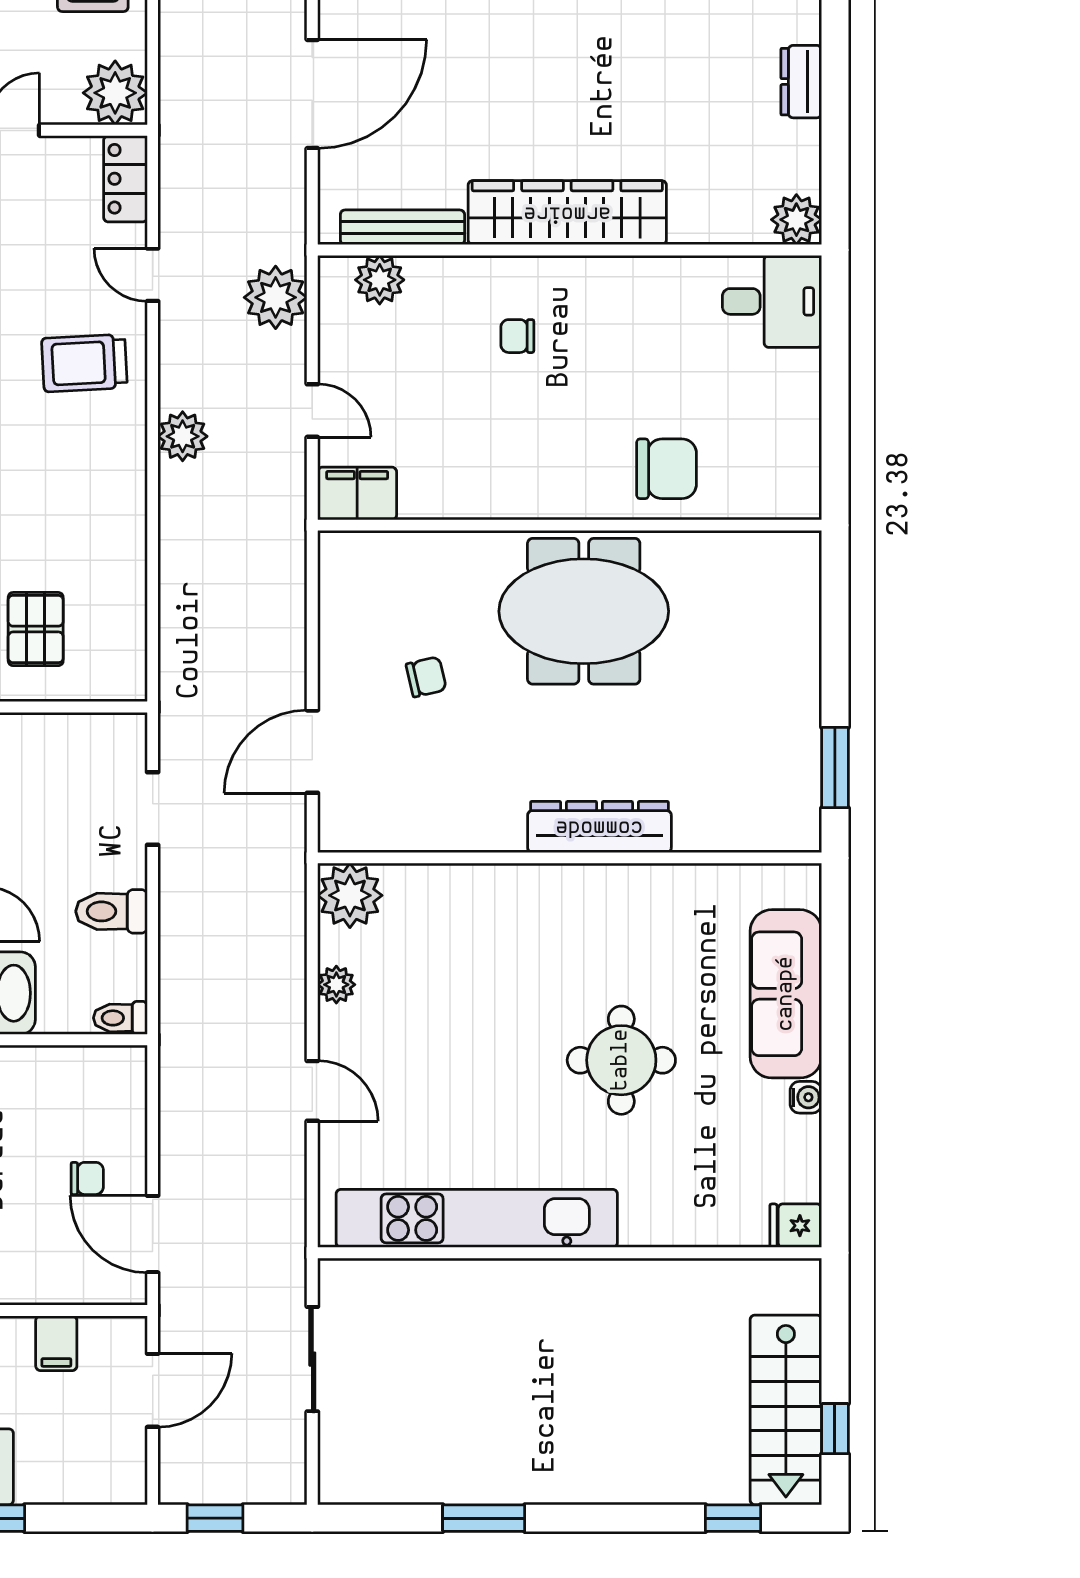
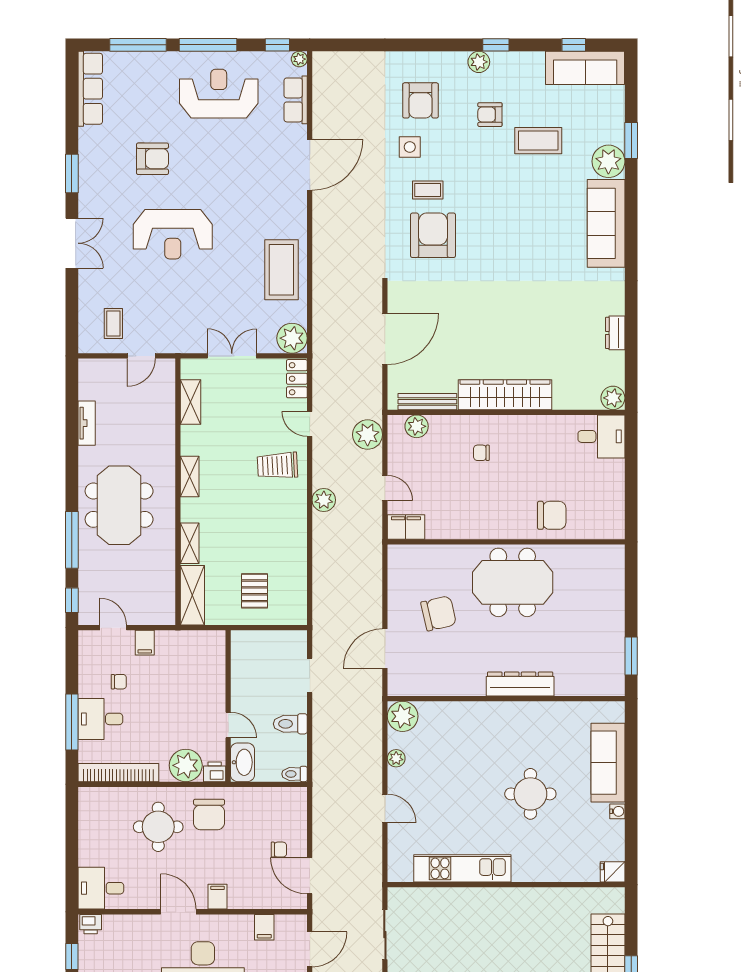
chair: (426, 677) -> (439, 613), width x1.87, depth x1.87
kitchen unit: (477, 1218) -> (462, 868), width x0.73

